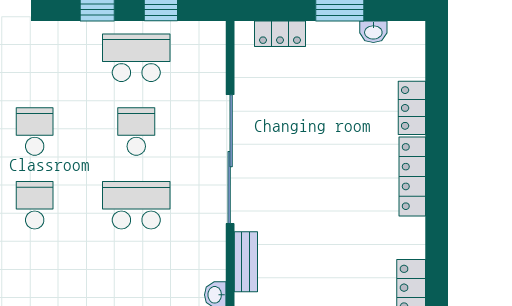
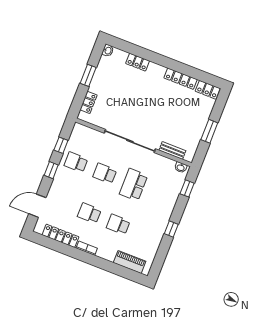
washbasin: (373, 32) -> (108, 51), moved
school desk: (136, 58) -> (76, 162), width x0.54
locker: (412, 177) -> (181, 79), moved

